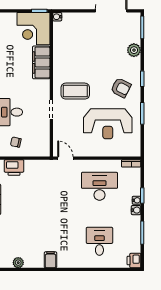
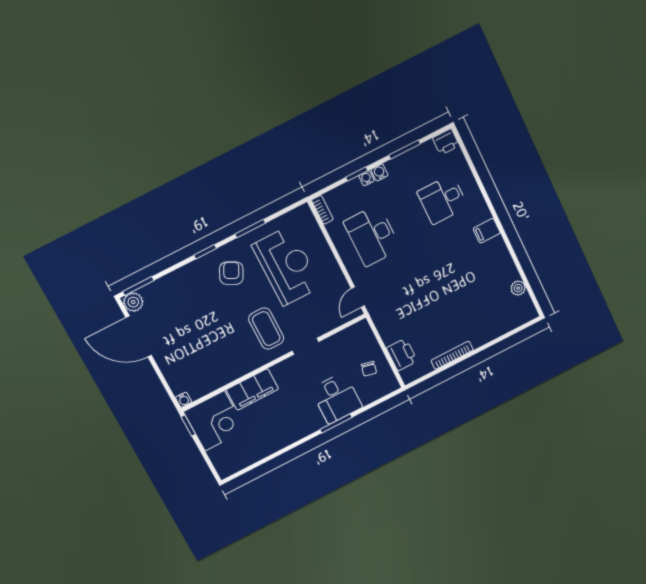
plant: (134, 50) -> (133, 302), moved
filing cabinet: (50, 260) -> (487, 231), moved

